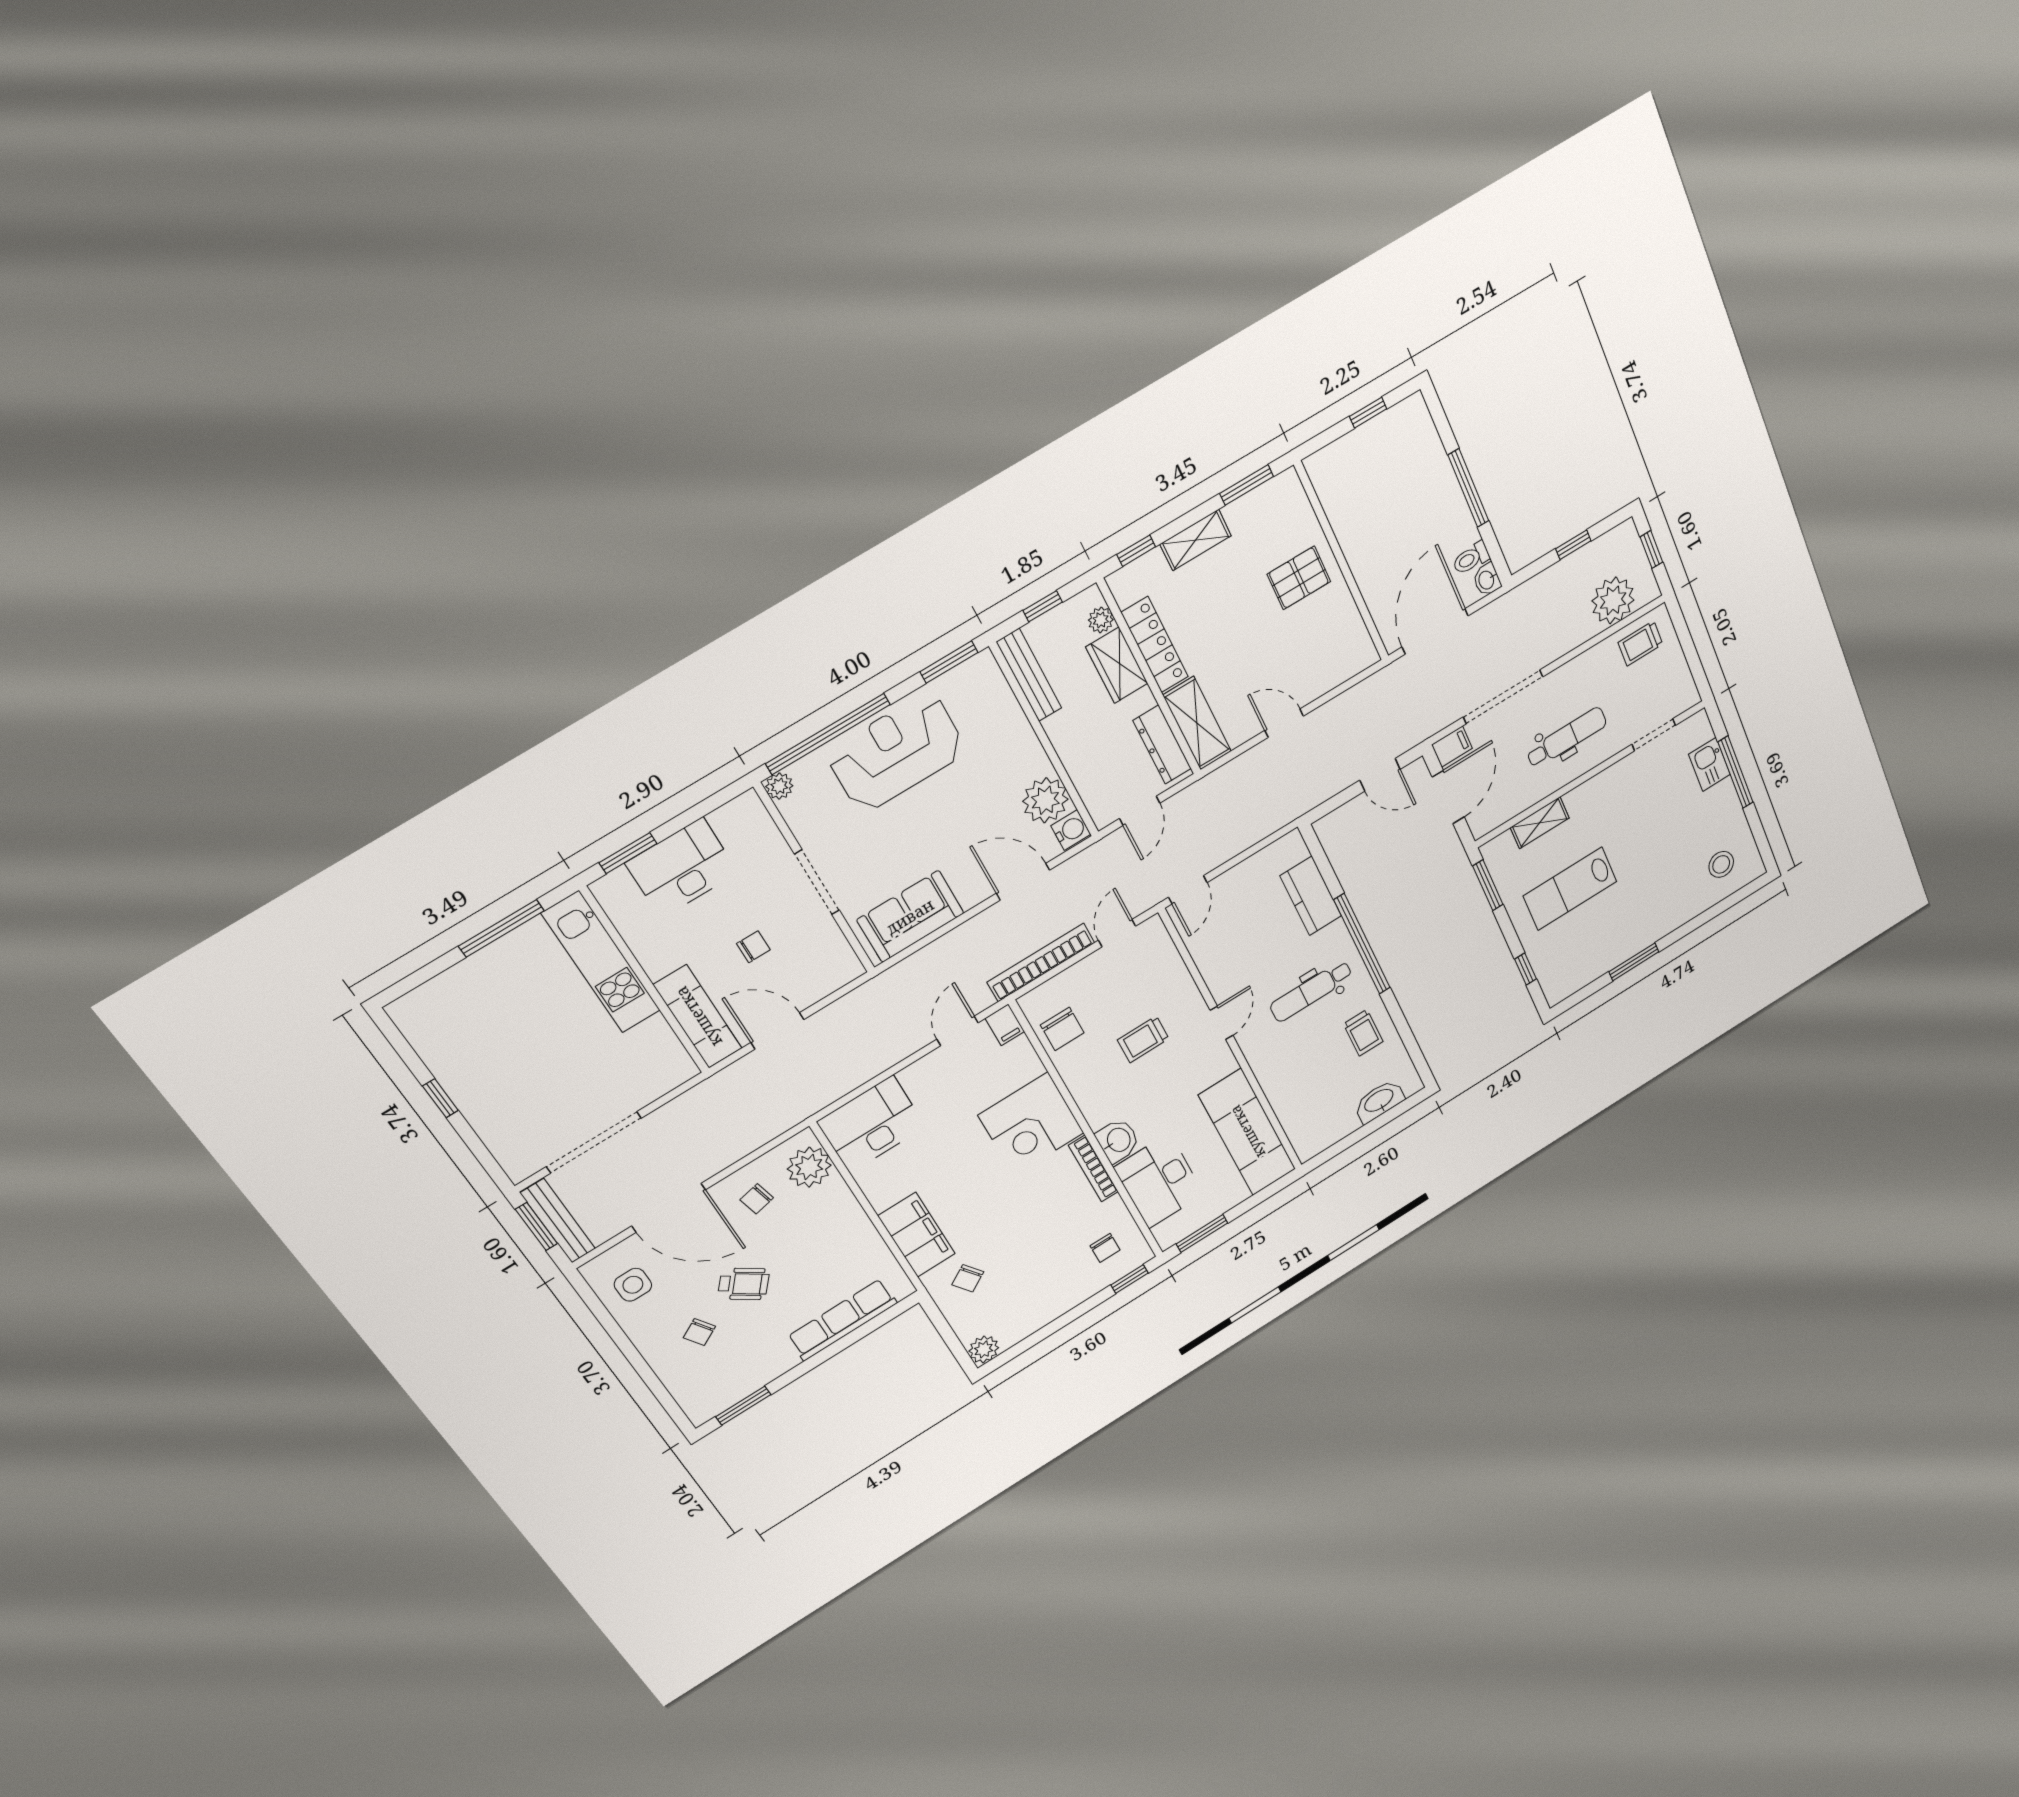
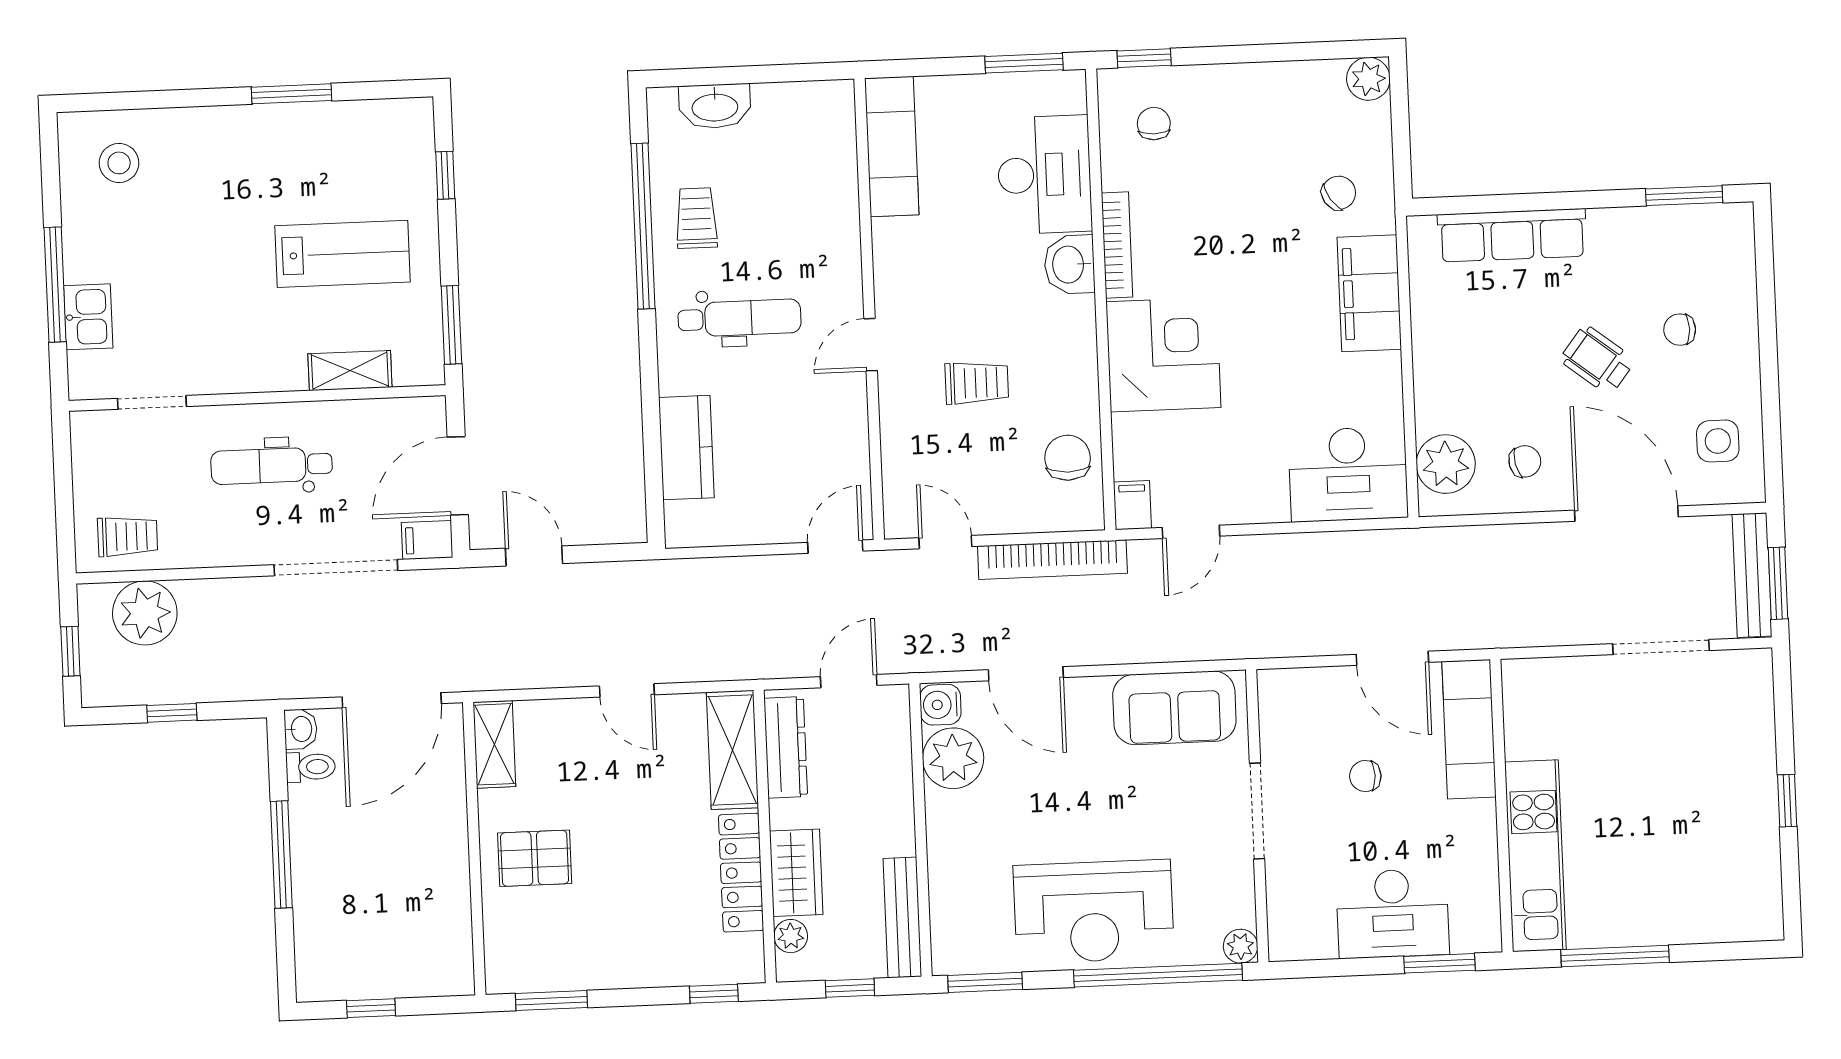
shelving: (1196, 540) -> (494, 744), moved, turned 90
door: (1117, 933) -> (945, 542), swing flipped
window: (1362, 944) -> (643, 226), moved
exam couch: (1247, 1132) -> (892, 147), width x0.73, depth x0.69
doorway: (594, 1142) -> (1661, 647), width x0.73
chair: (699, 1332) -> (1680, 330), turned -149

